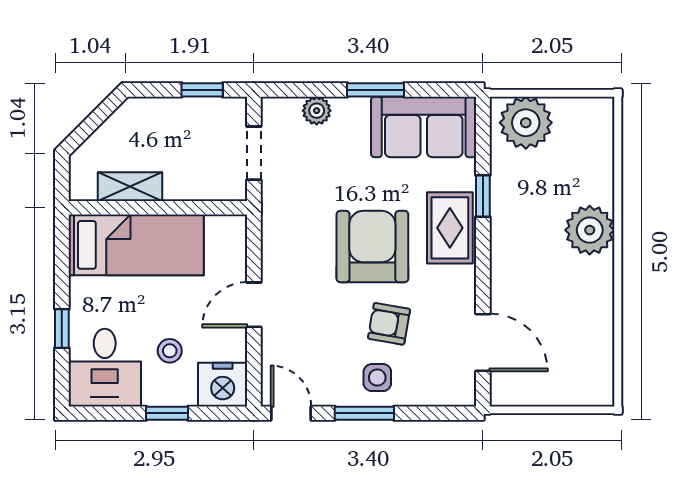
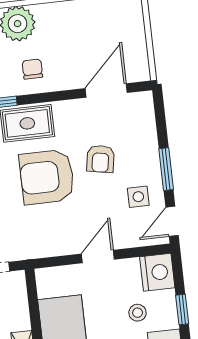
chair: (524, 243) -> (32, 69), added
door: (254, 305) -> (98, 257), swing flipped
side table: (377, 378) -> (138, 197), moved

